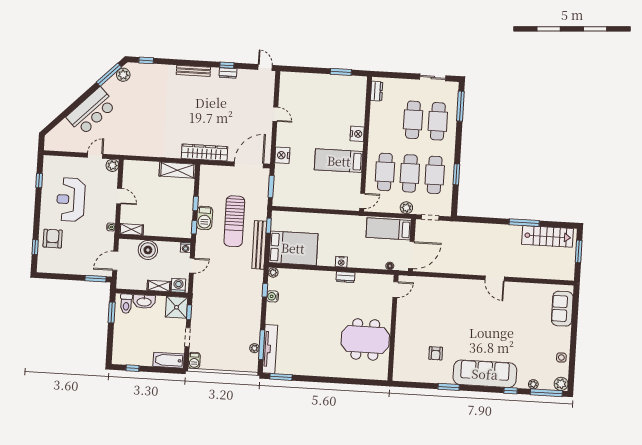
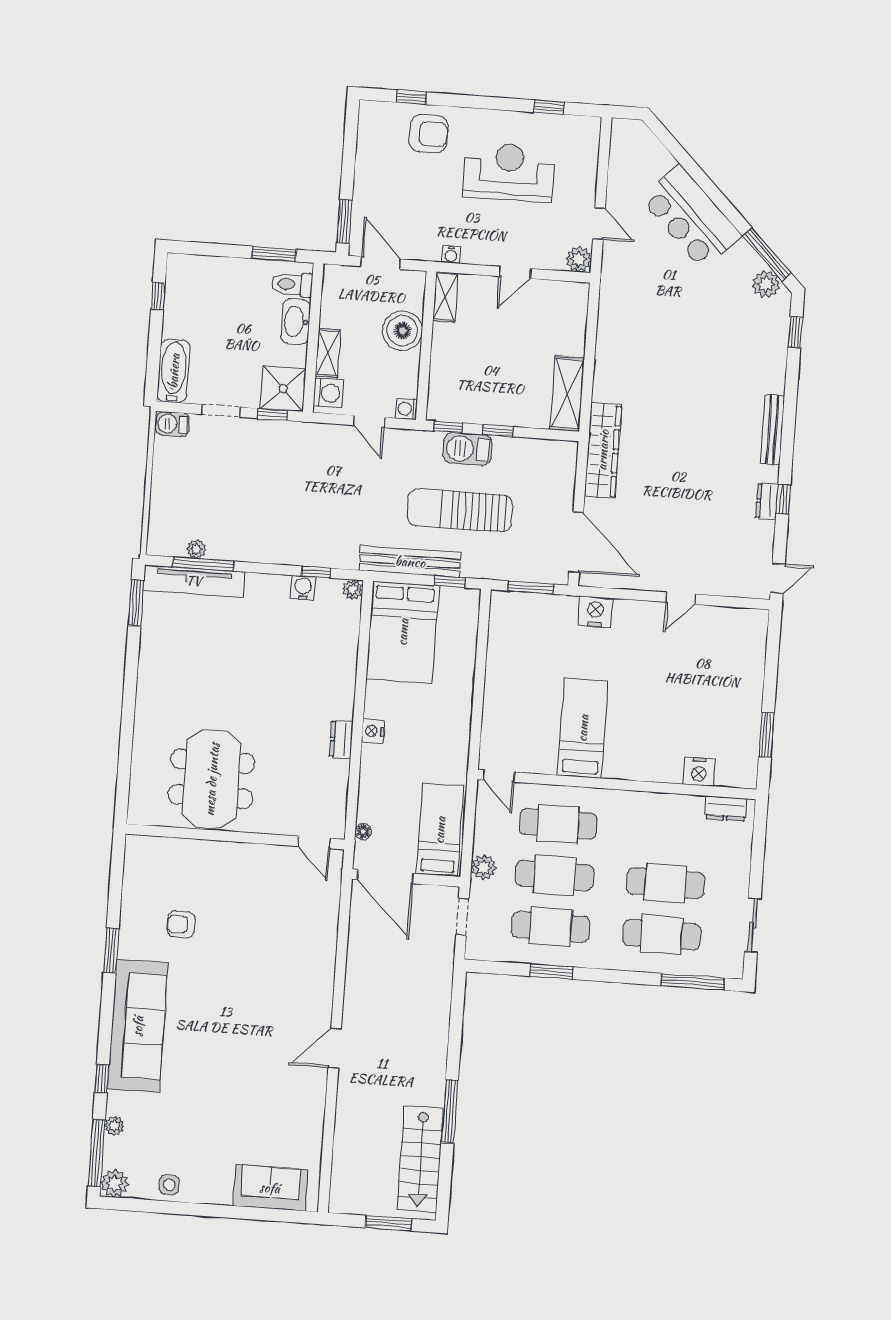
nightstand: (357, 134) -> (699, 772), moved

